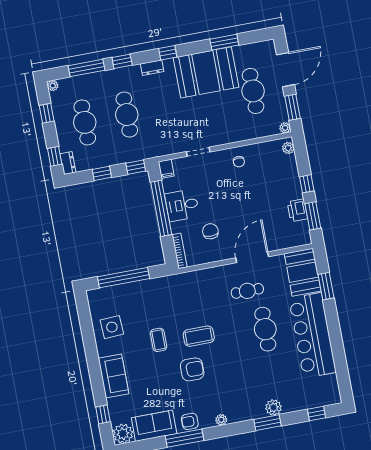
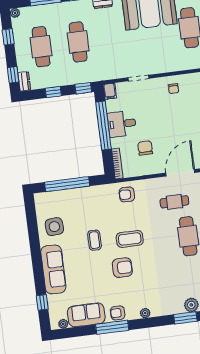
armchair: (193, 286) -> (127, 194), added
sofa: (114, 376) -> (53, 269), width x1.36
plant: (123, 434) -> (63, 324), width x0.53, depth x0.53

